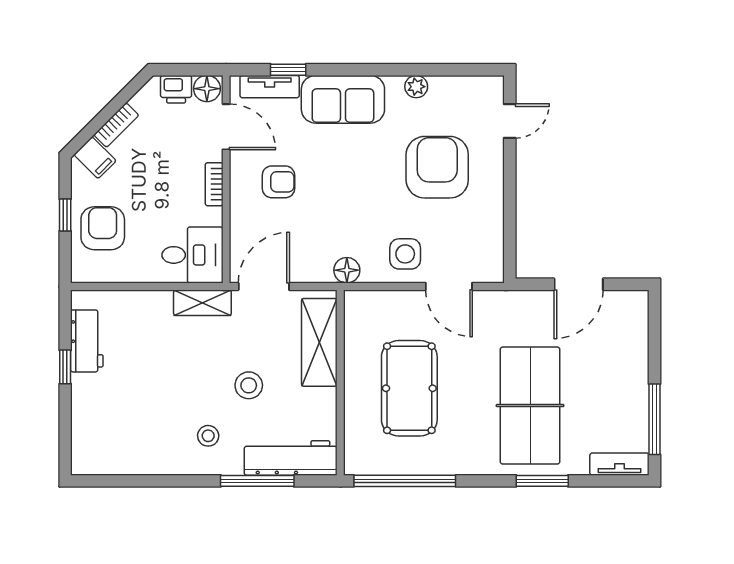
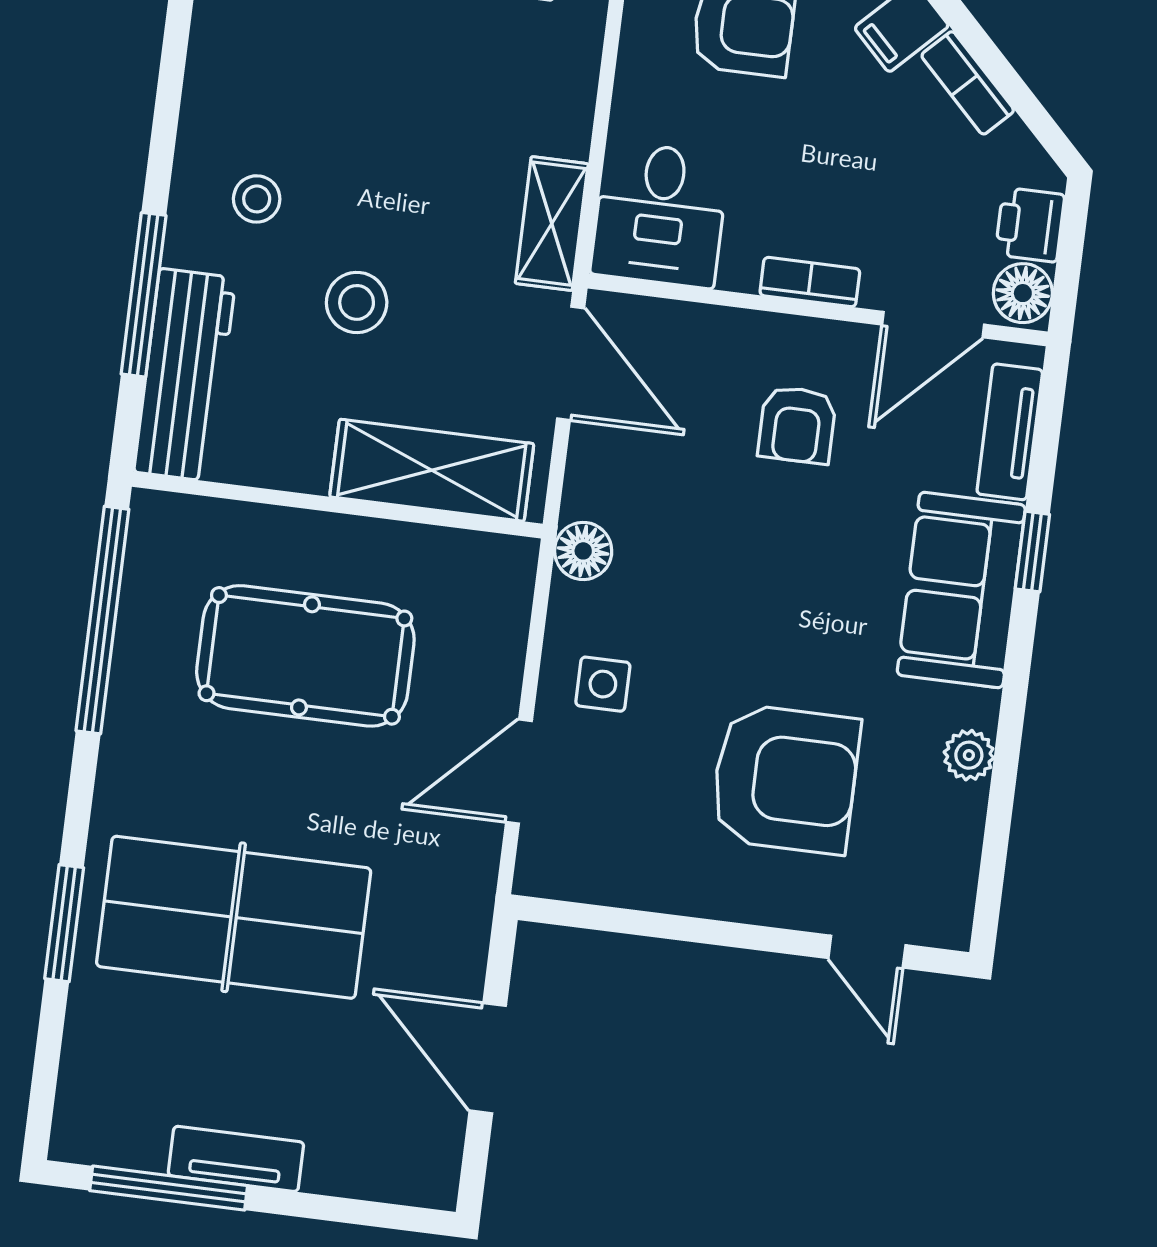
window: (288, 70) -> (1032, 552), moved
side table: (405, 254) -> (603, 684), width x0.73, depth x0.73
tv unit: (619, 464) -> (236, 1159), moved, turned -90

